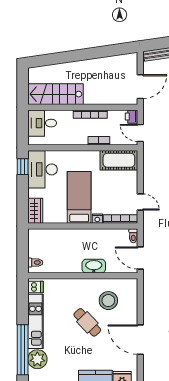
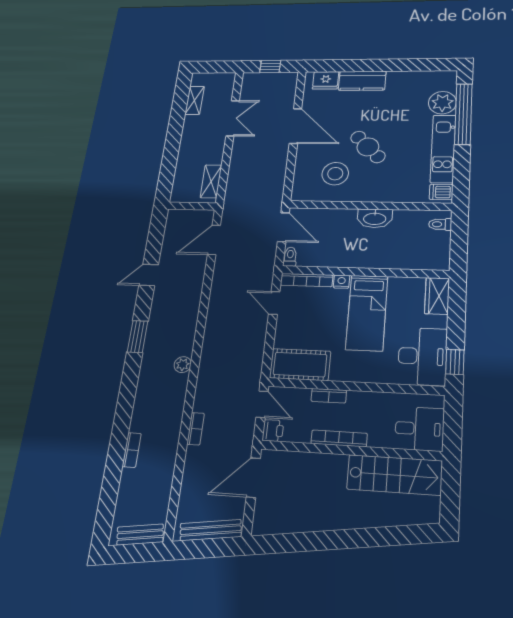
washbasin: (94, 266) -> (375, 218), moved

